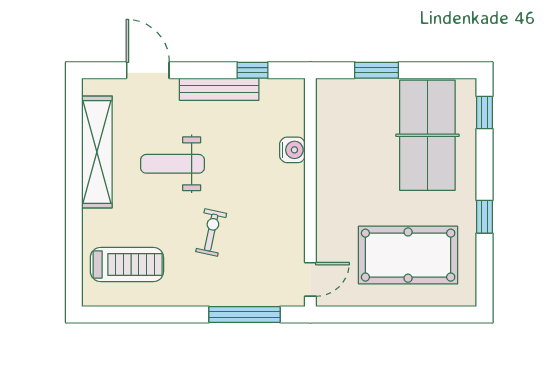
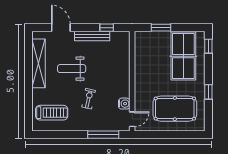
water cooler: (292, 150) -> (124, 104), moved

